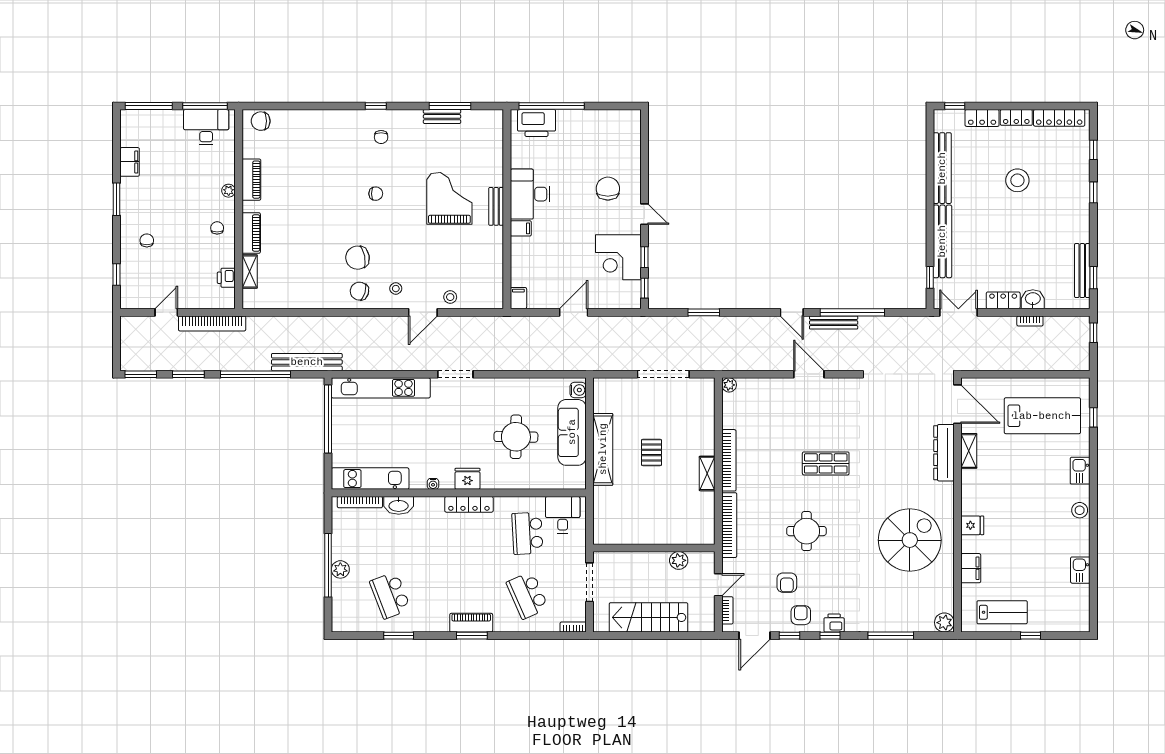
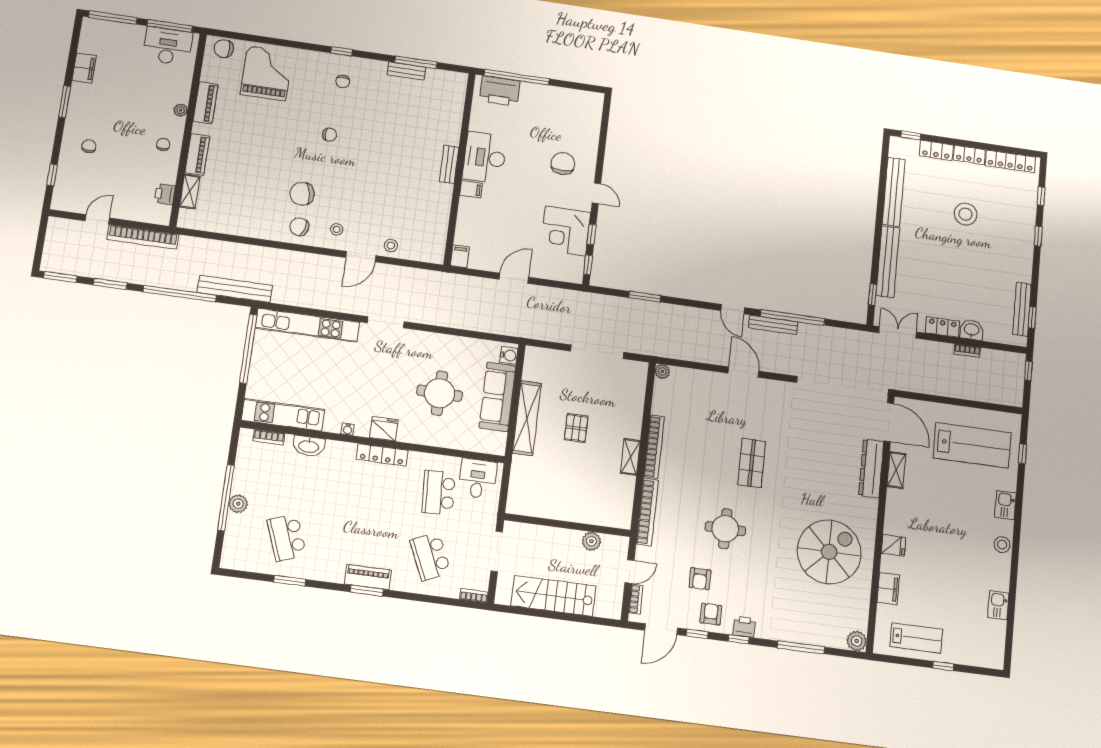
grand piano: (449, 198) -> (267, 73), moved
shop shelf: (826, 463) -> (752, 463), turned 90
bookcase: (360, 502) -> (269, 437), width x0.64

